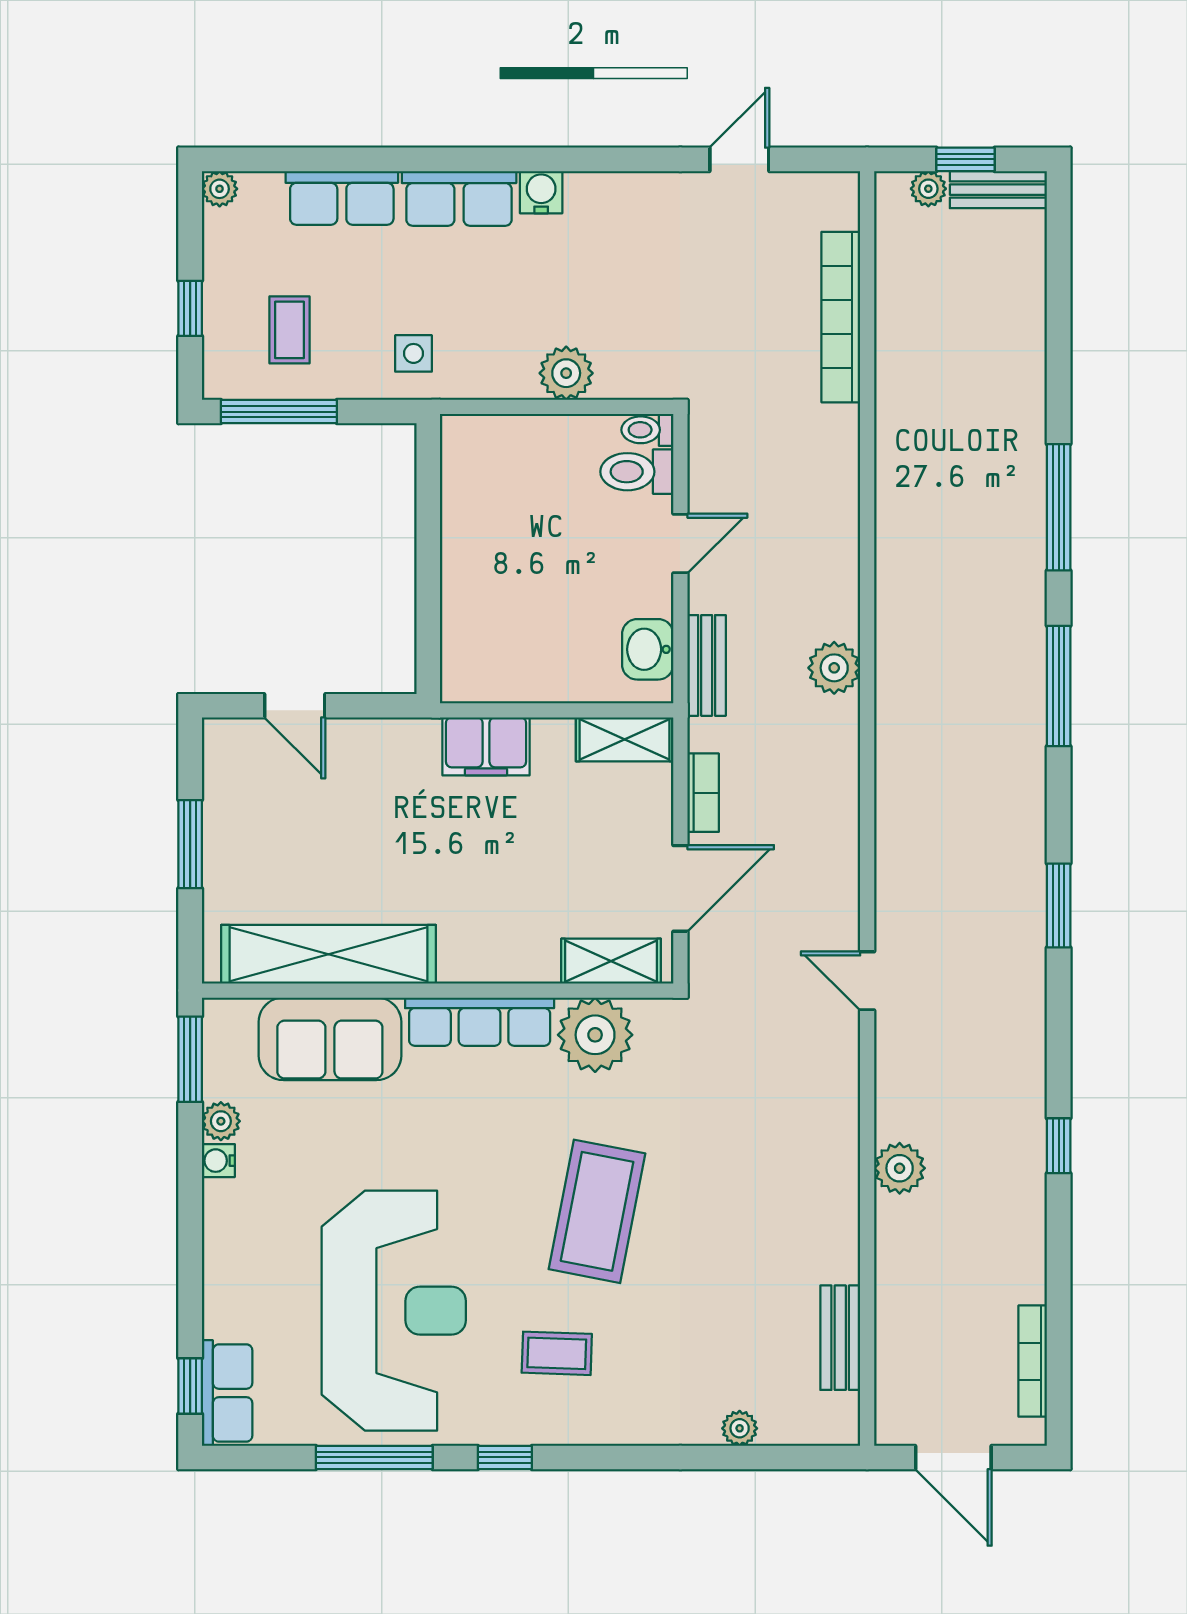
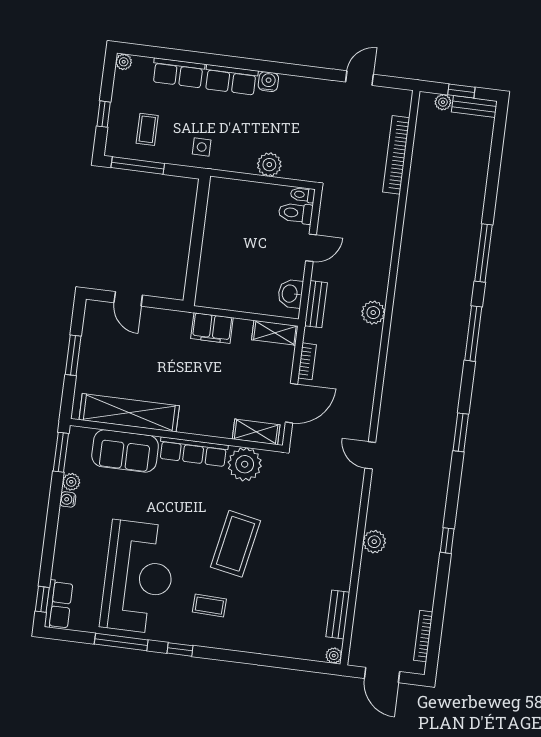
plant: (740, 1428) -> (334, 656), moved

